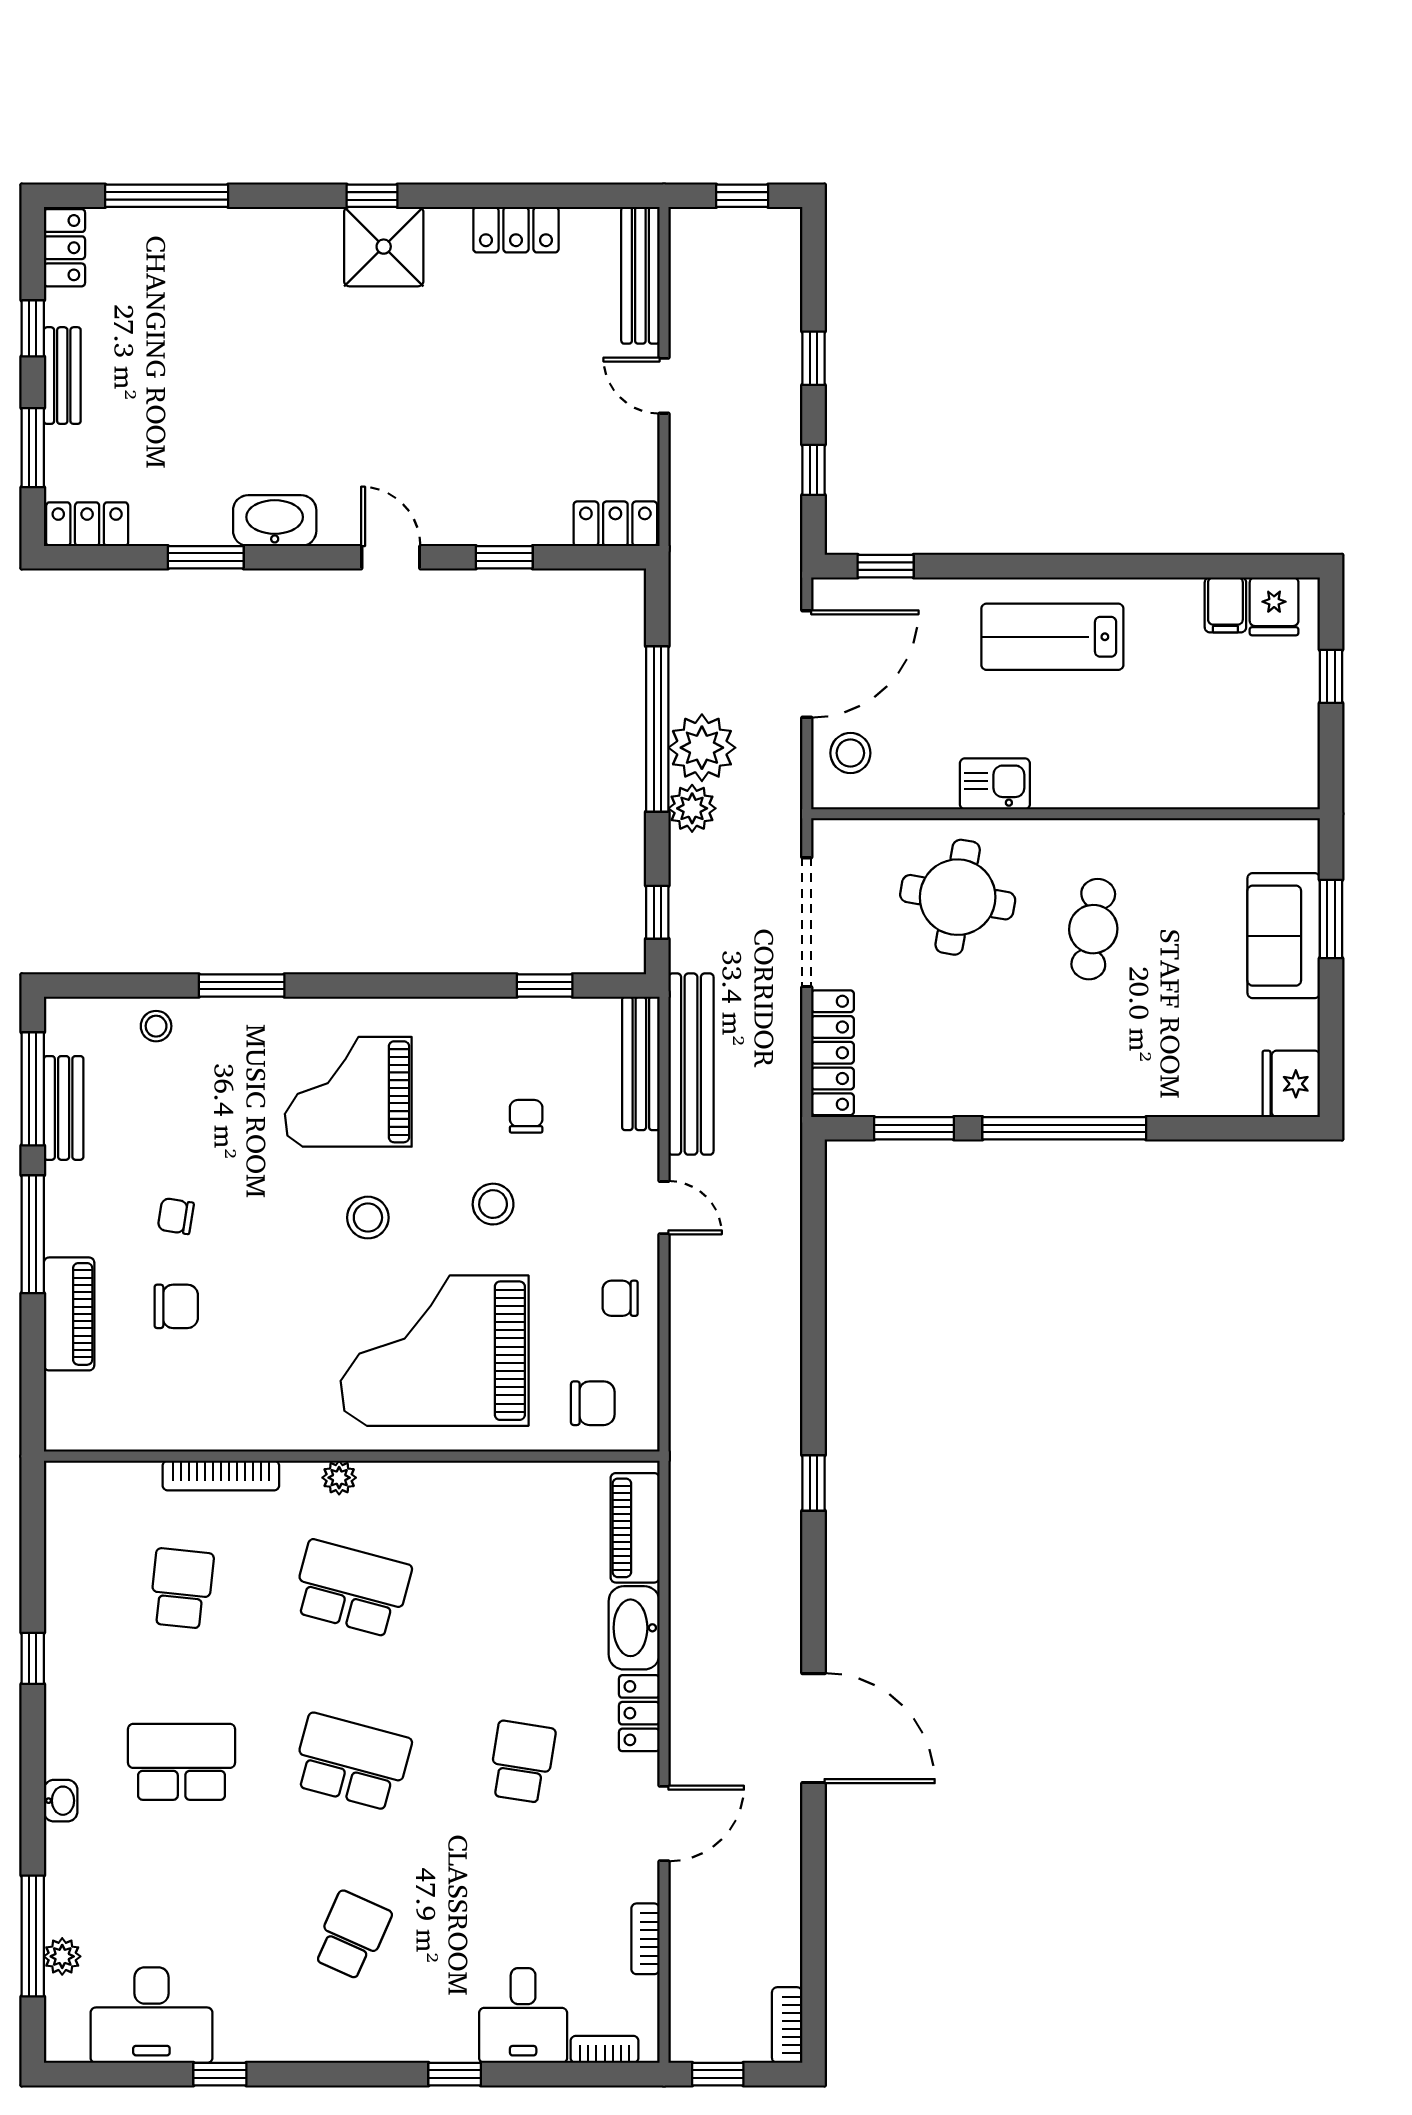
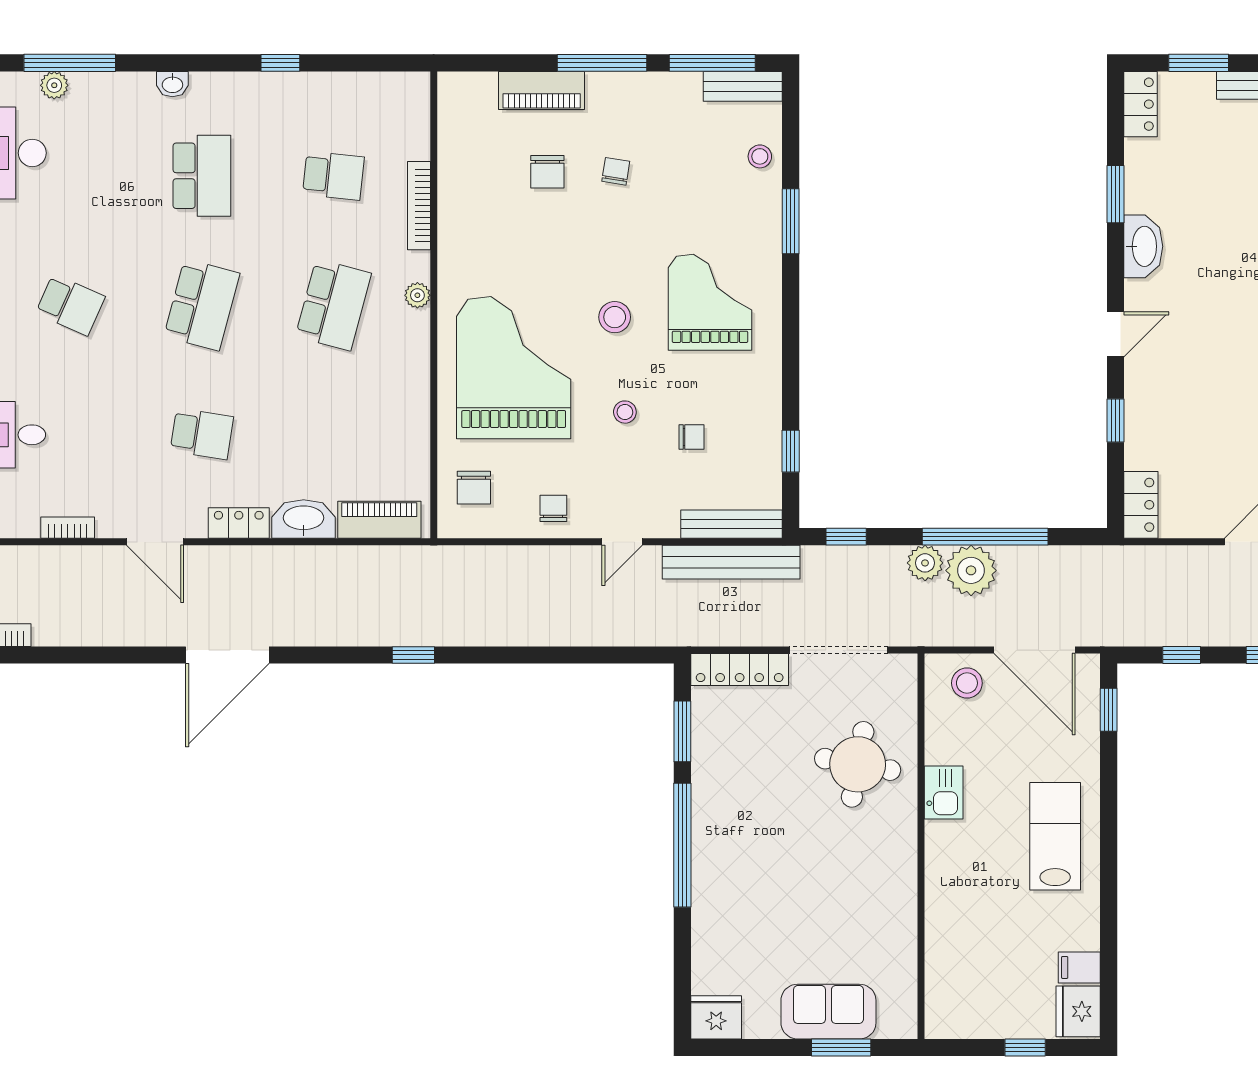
fridge: (1274, 606) -> (1078, 1011), width x1.38
cafe table: (1093, 929) -> (833, 867), removed
bench: (64, 1108) -> (743, 86), moved
stool: (493, 1204) -> (625, 412), width x0.73, depth x0.73

